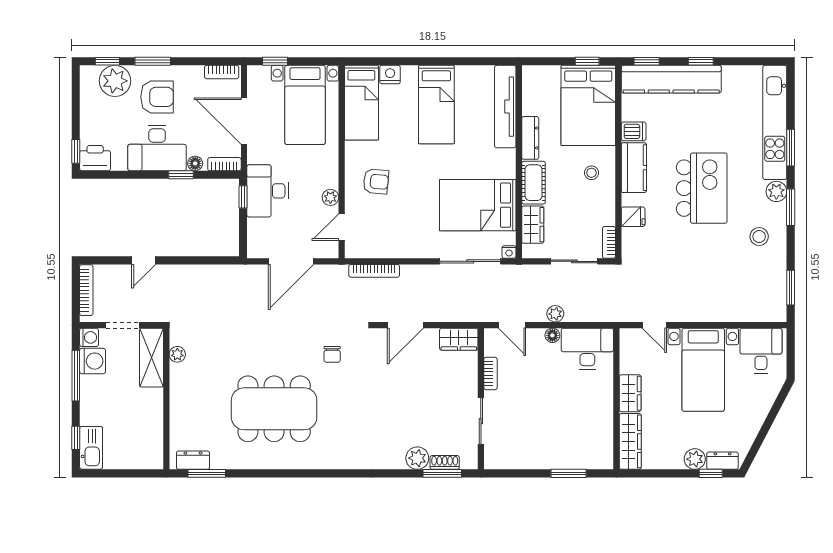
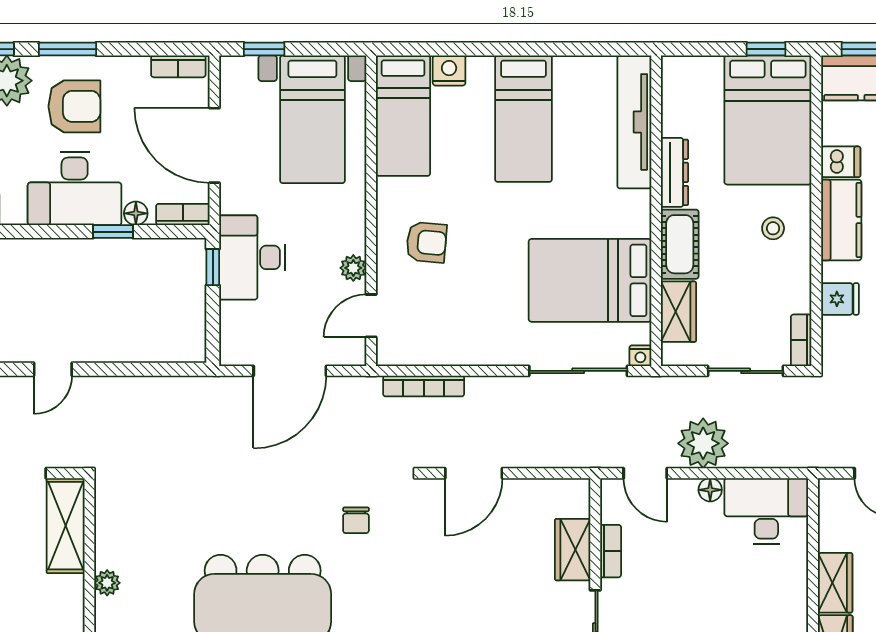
plant: (555, 314) -> (703, 443), width x1.87, depth x1.87
wardrobe: (459, 339) -> (573, 550), moved, turned 90
plant: (177, 354) -> (107, 583), moved

